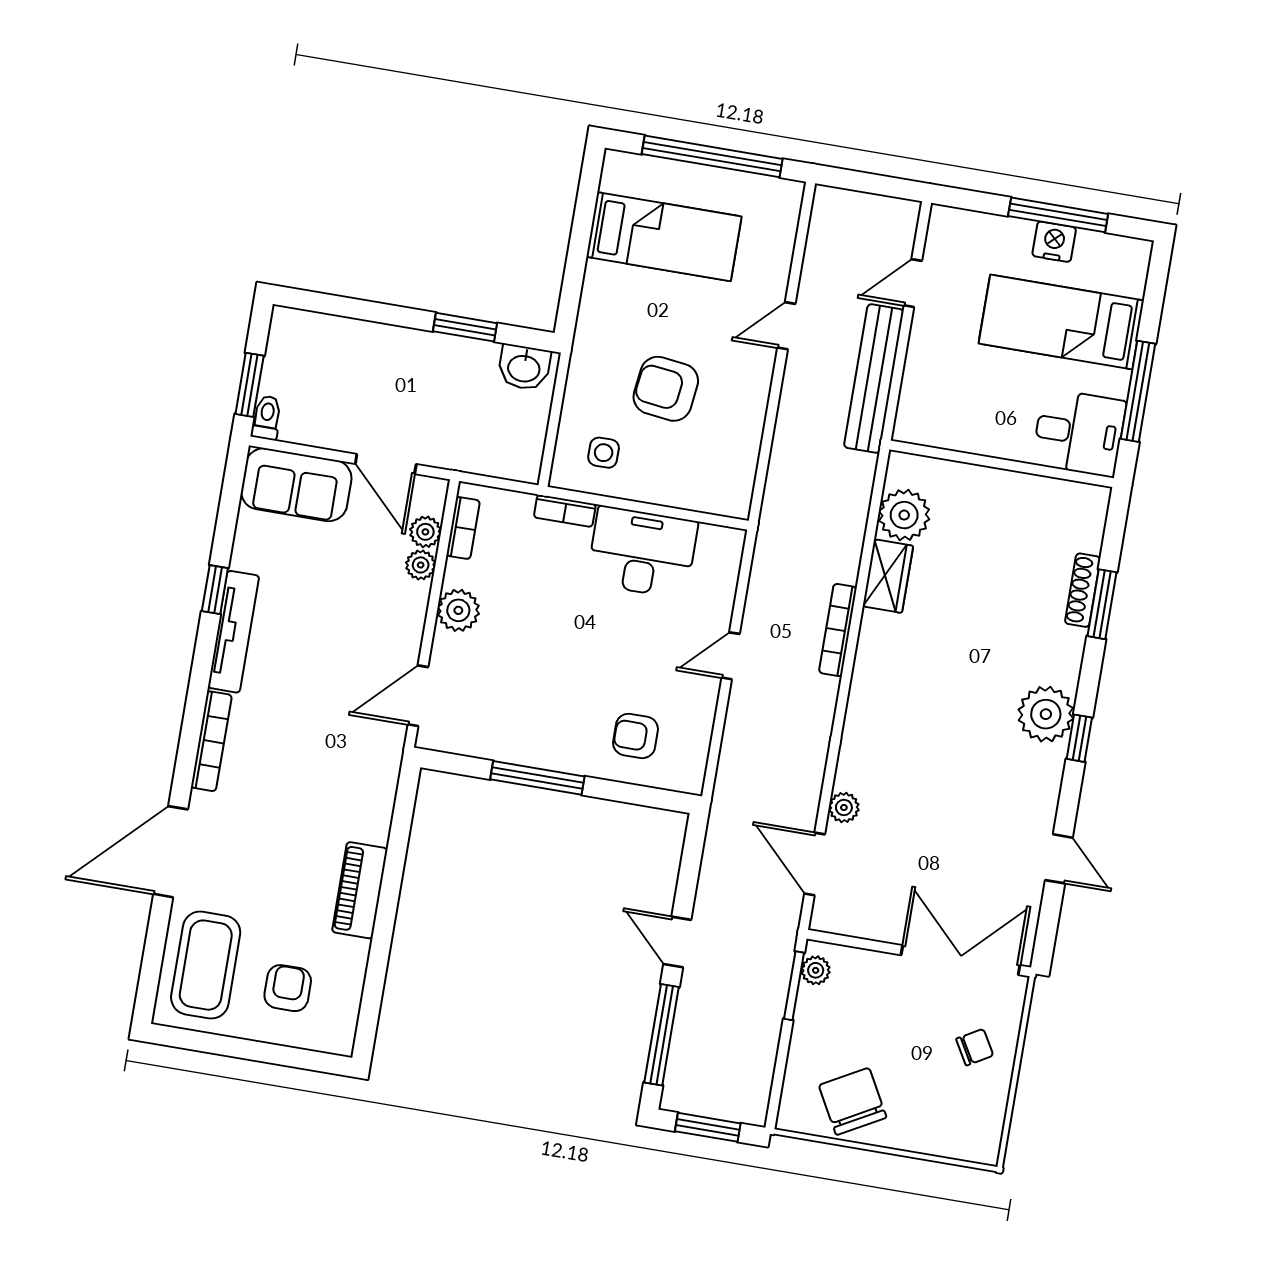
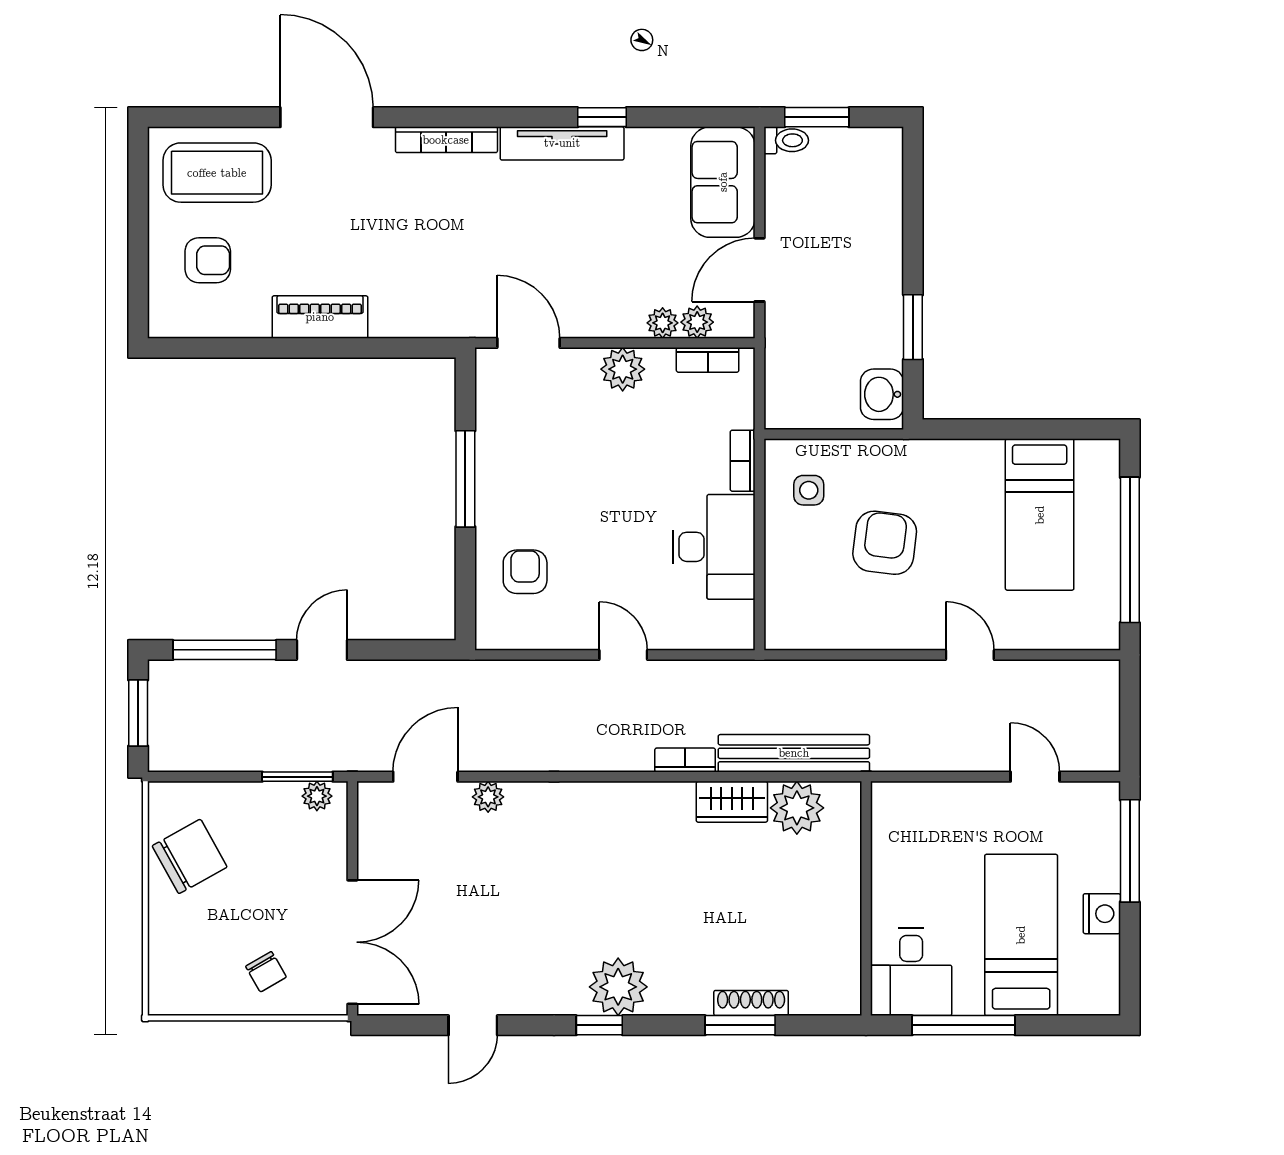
window: (1058, 215) -> (1130, 851), moved
bench: (874, 379) -> (794, 753), moved
bookcase: (838, 630) -> (685, 760), width x0.64

